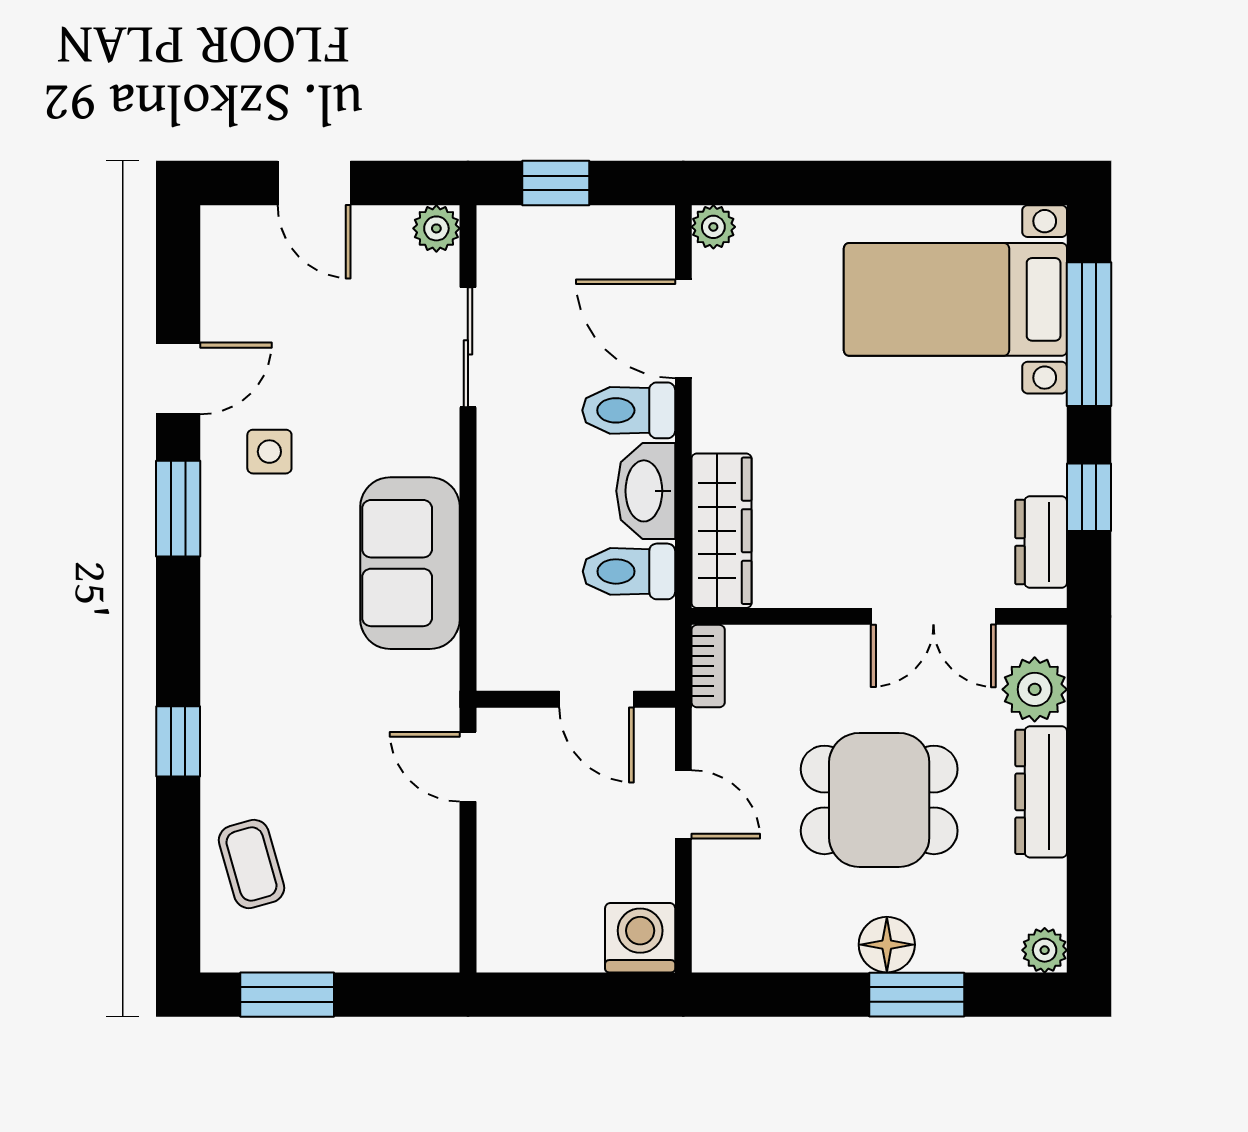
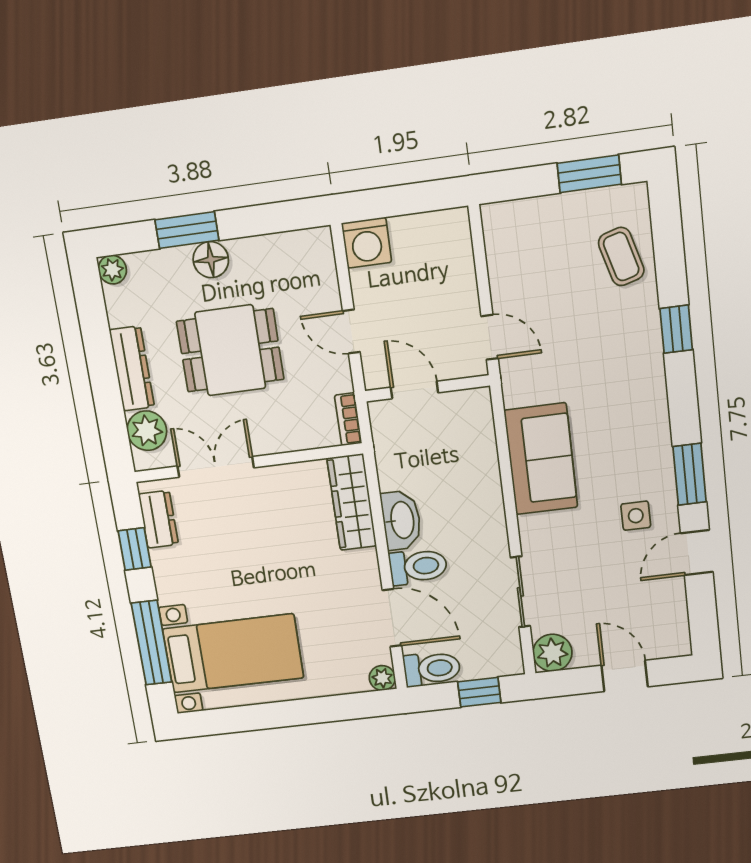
plant: (436, 228) -> (552, 653), width x1.38, depth x1.38
toilet: (629, 571) -> (432, 669), moved

